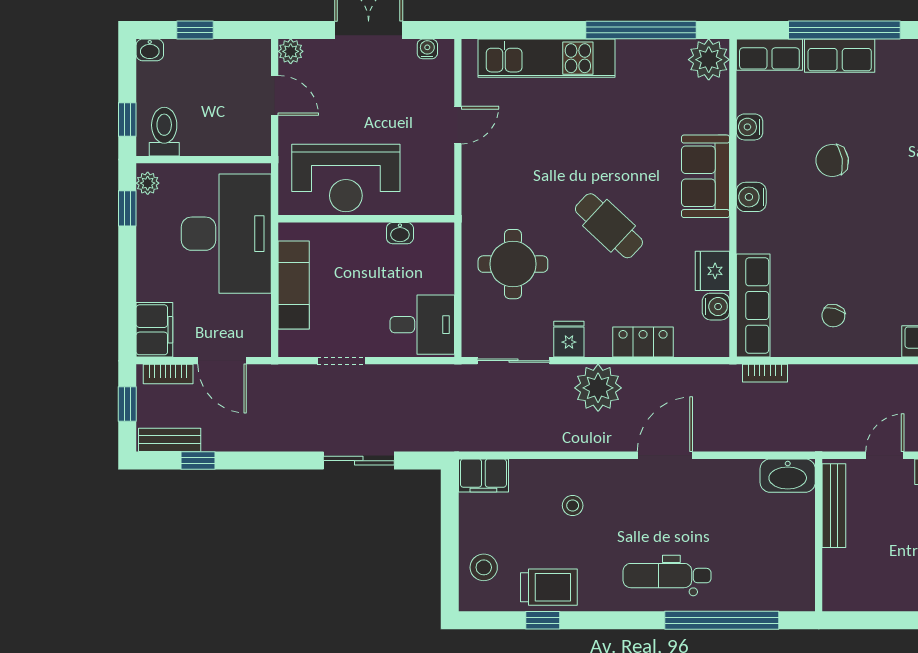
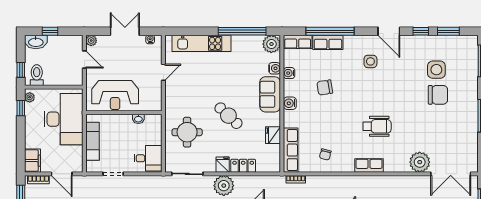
washbasin: (150, 50) -> (36, 42), width x1.91, depth x1.45
water cooler: (716, 307) -> (275, 68), moved
fridge: (569, 339) -> (223, 165), moved

